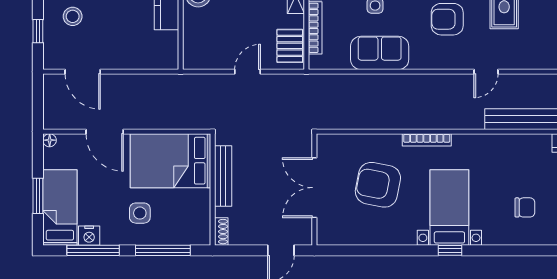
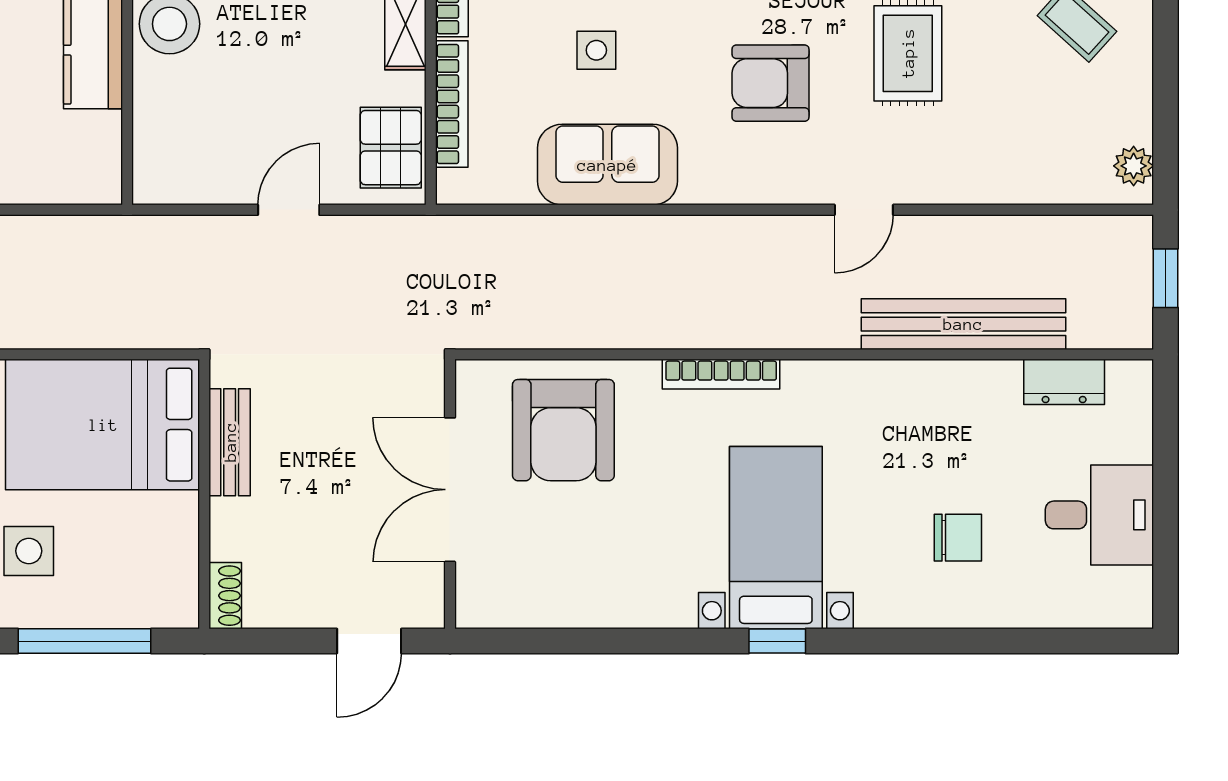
bench: (223, 176) -> (230, 442), width x0.73
armchair: (378, 185) -> (563, 430), moved, turned -101

